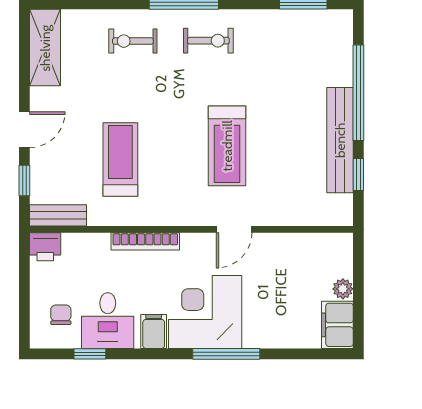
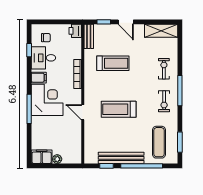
exercise mat: (304, 52) -> (159, 142), added

